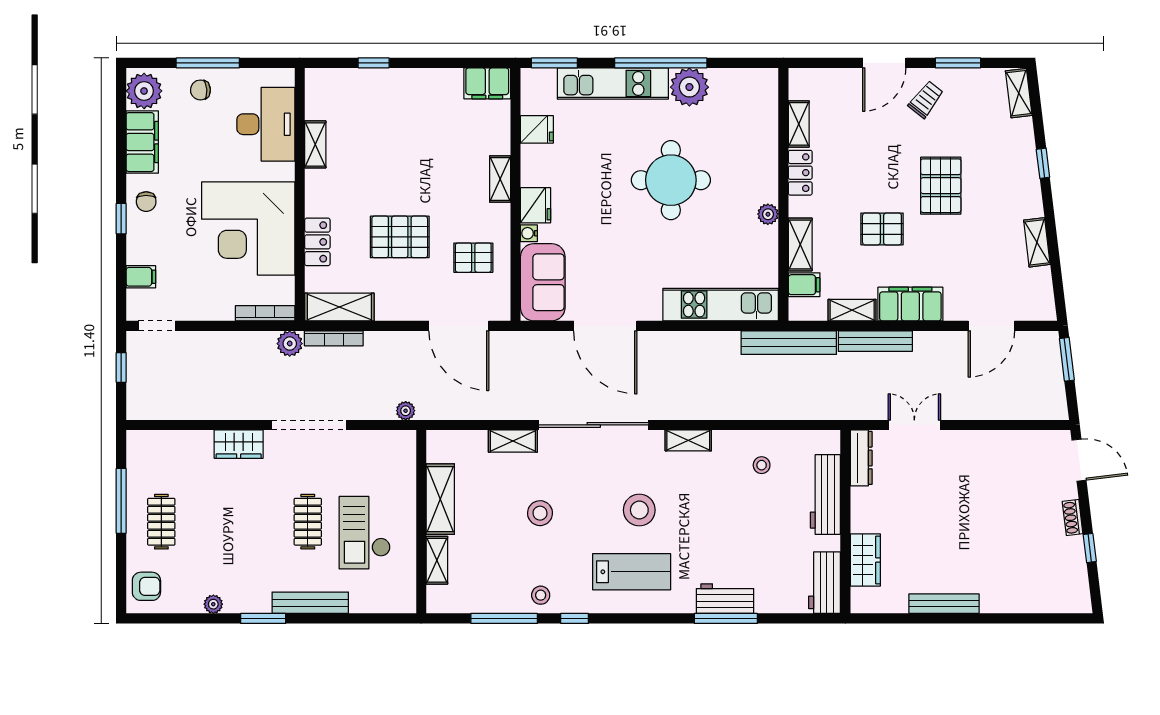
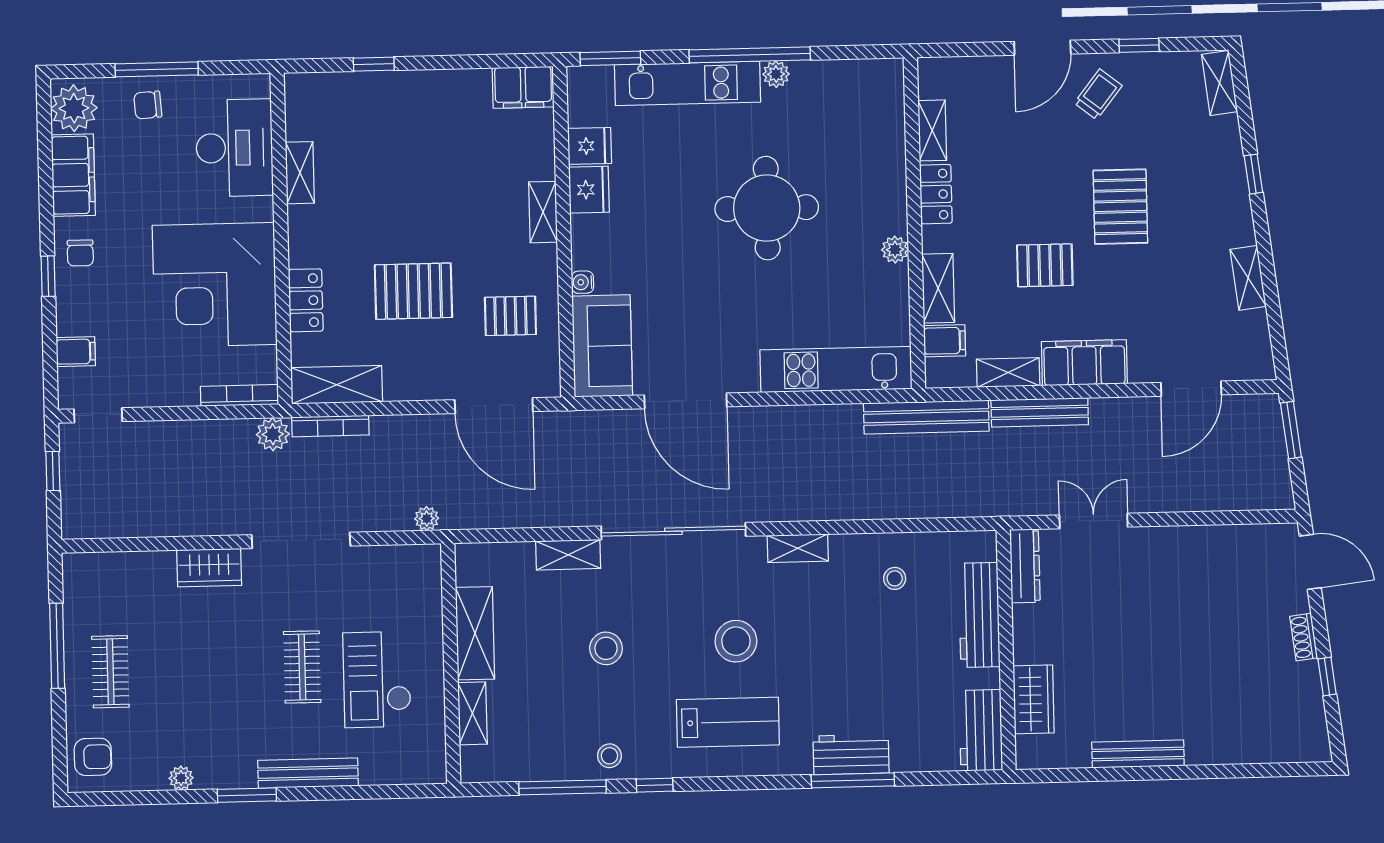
window: (958, 63) -> (1139, 45), width x0.67
plant: (689, 87) -> (776, 74), width x0.53, depth x0.53
fridge: (536, 205) -> (589, 190), moved

